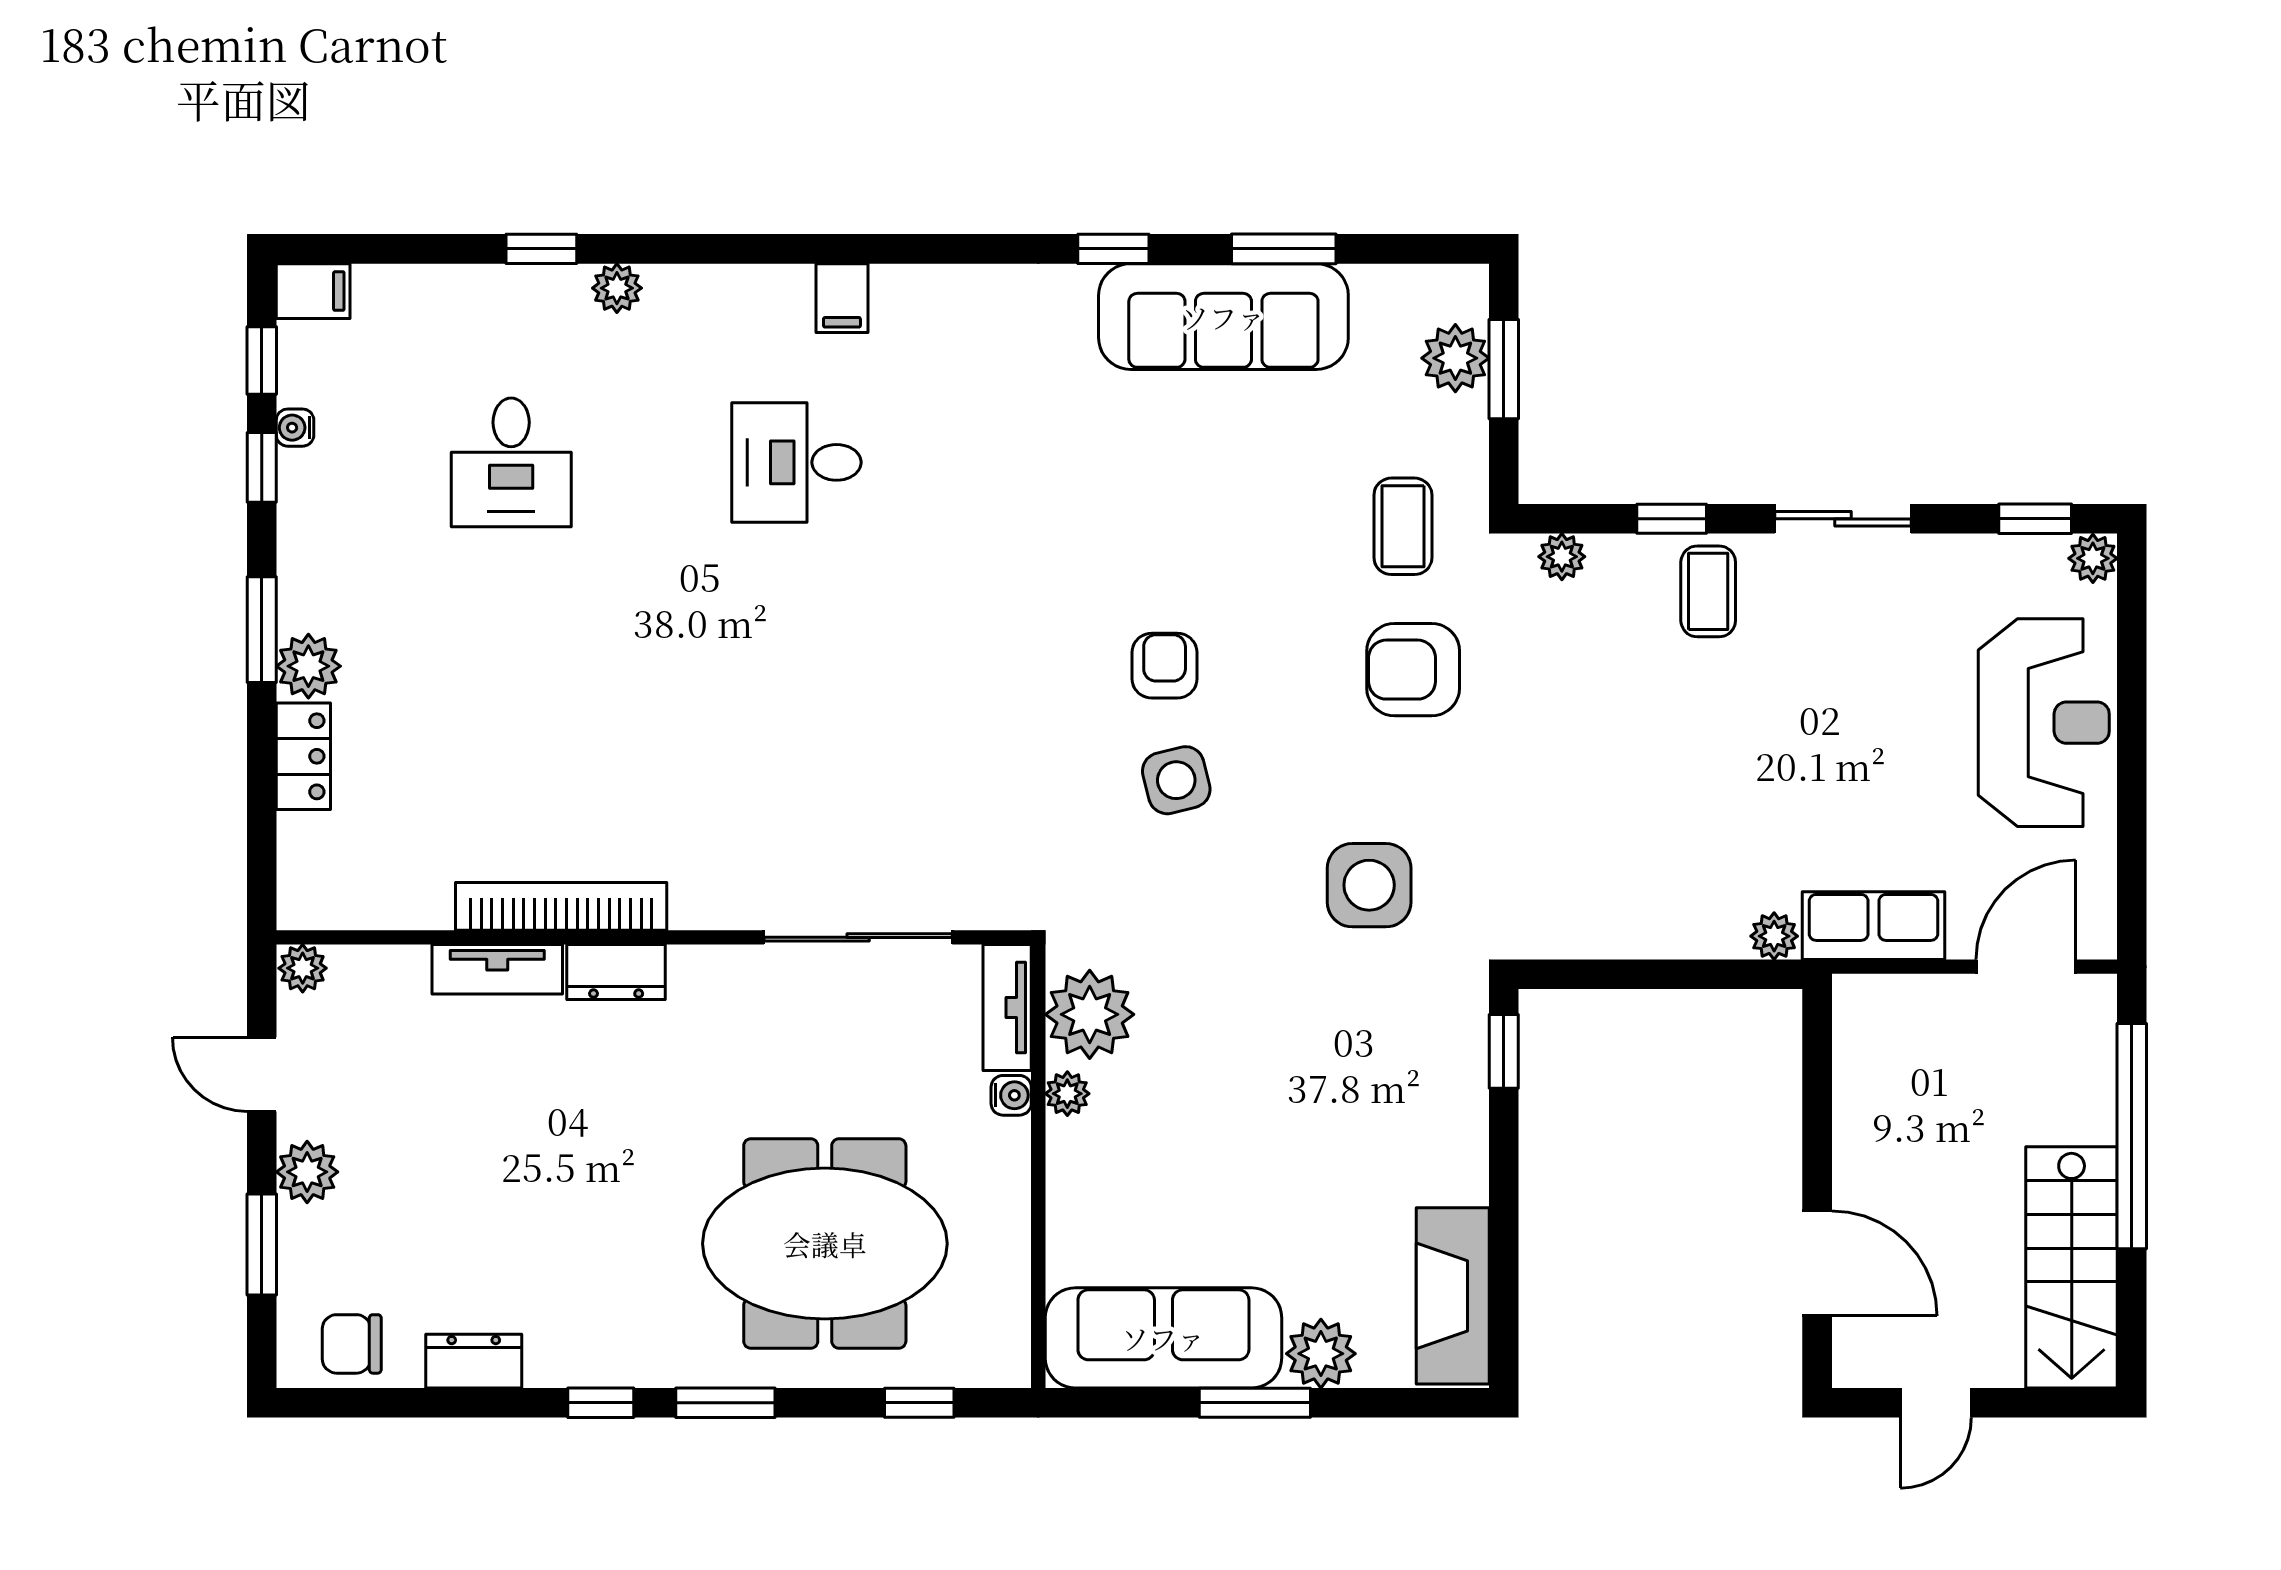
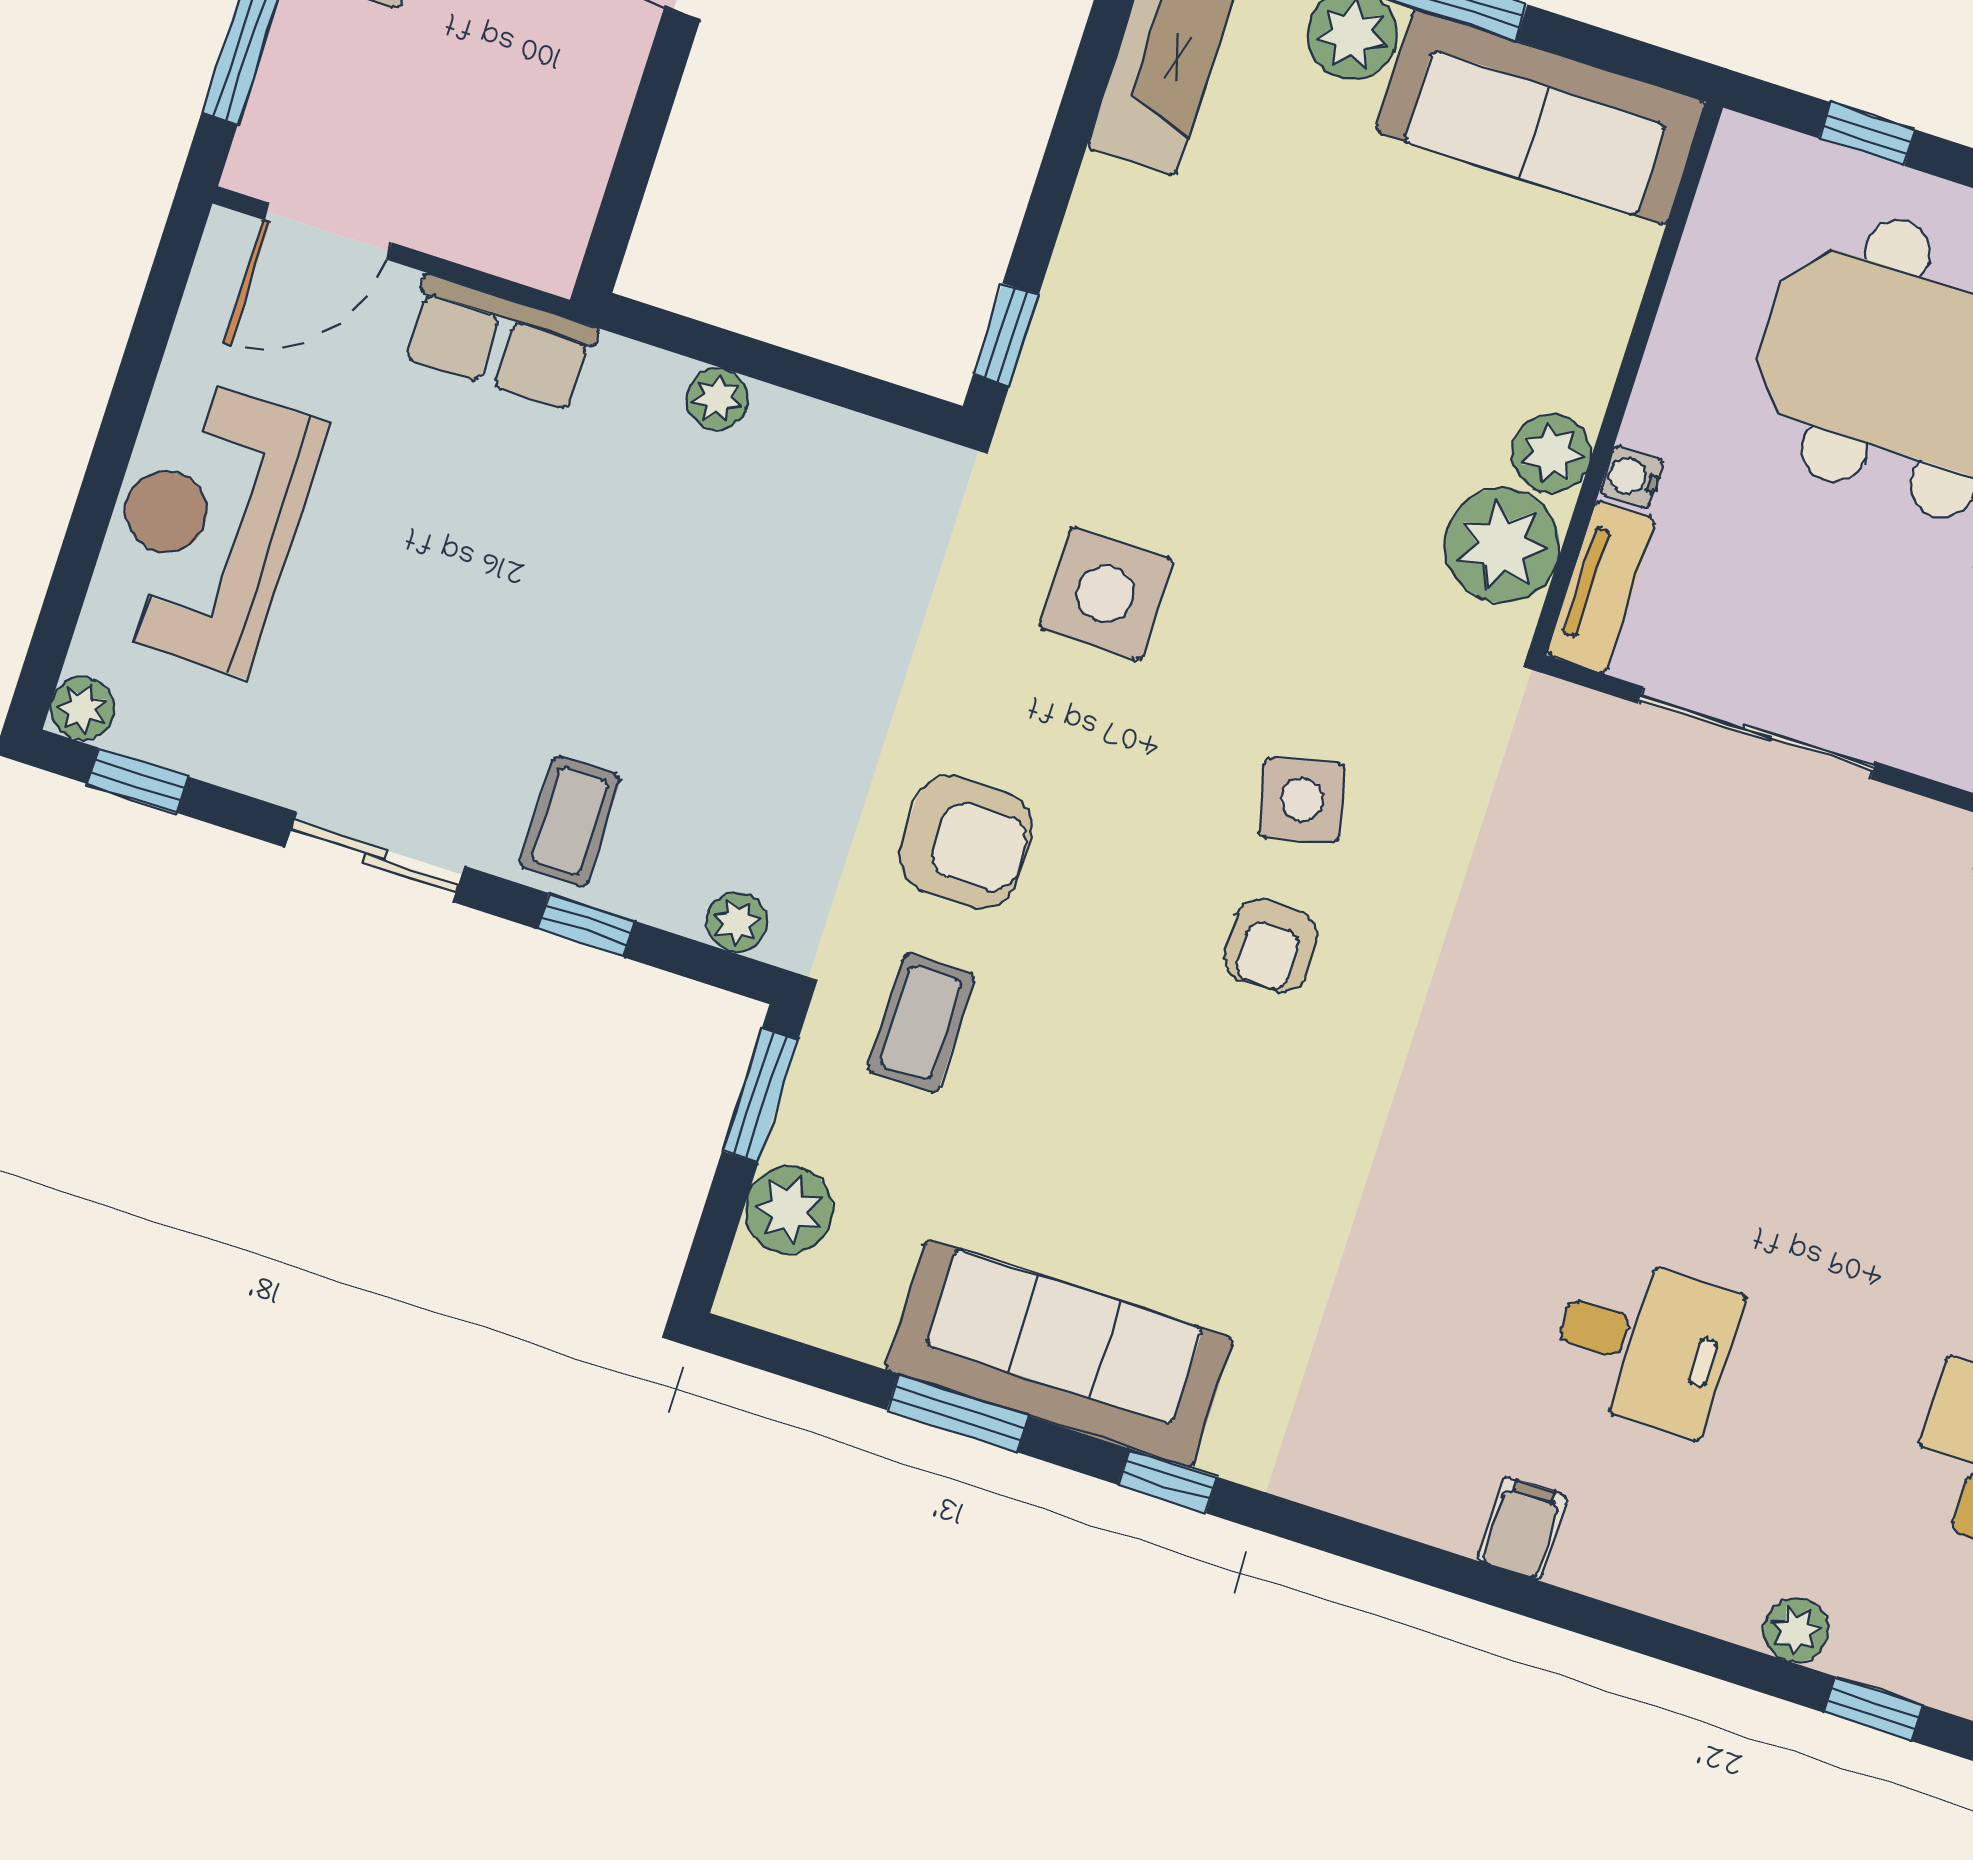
window: (1504, 369) -> (760, 1095), moved
plant: (1774, 936) -> (717, 399), moved
plant: (1067, 1094) -> (1551, 453), width x1.38, depth x1.38

